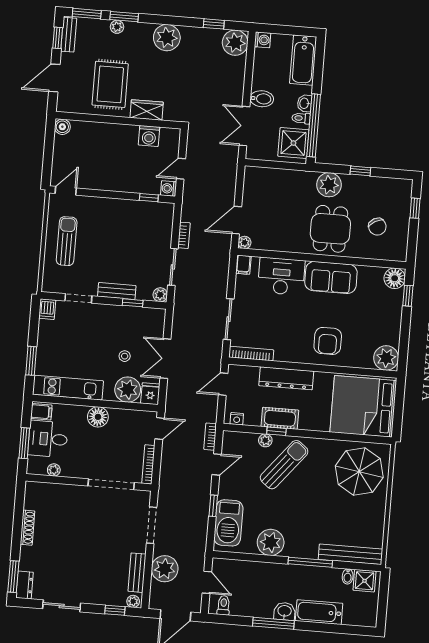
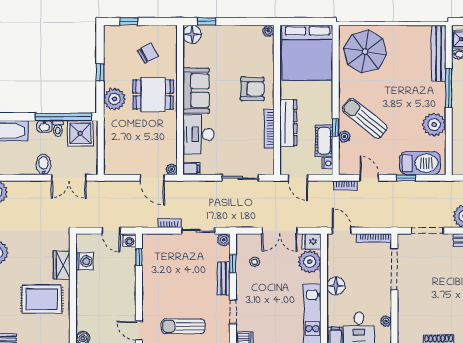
bookcase: (251, 354) -> (269, 129), moved
stool: (125, 356) -> (255, 262), moved
plant: (386, 358) -> (268, 31), width x0.53, depth x0.53
cot: (280, 418) -> (324, 141), moved

